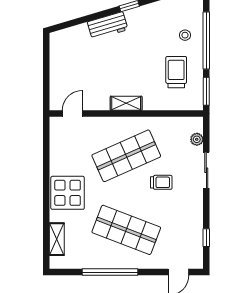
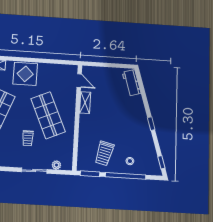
workbench: (108, 26) -> (132, 83), moved
trolley: (176, 72) -> (104, 153), turned 104
shelving: (126, 103) -> (85, 103), moved

